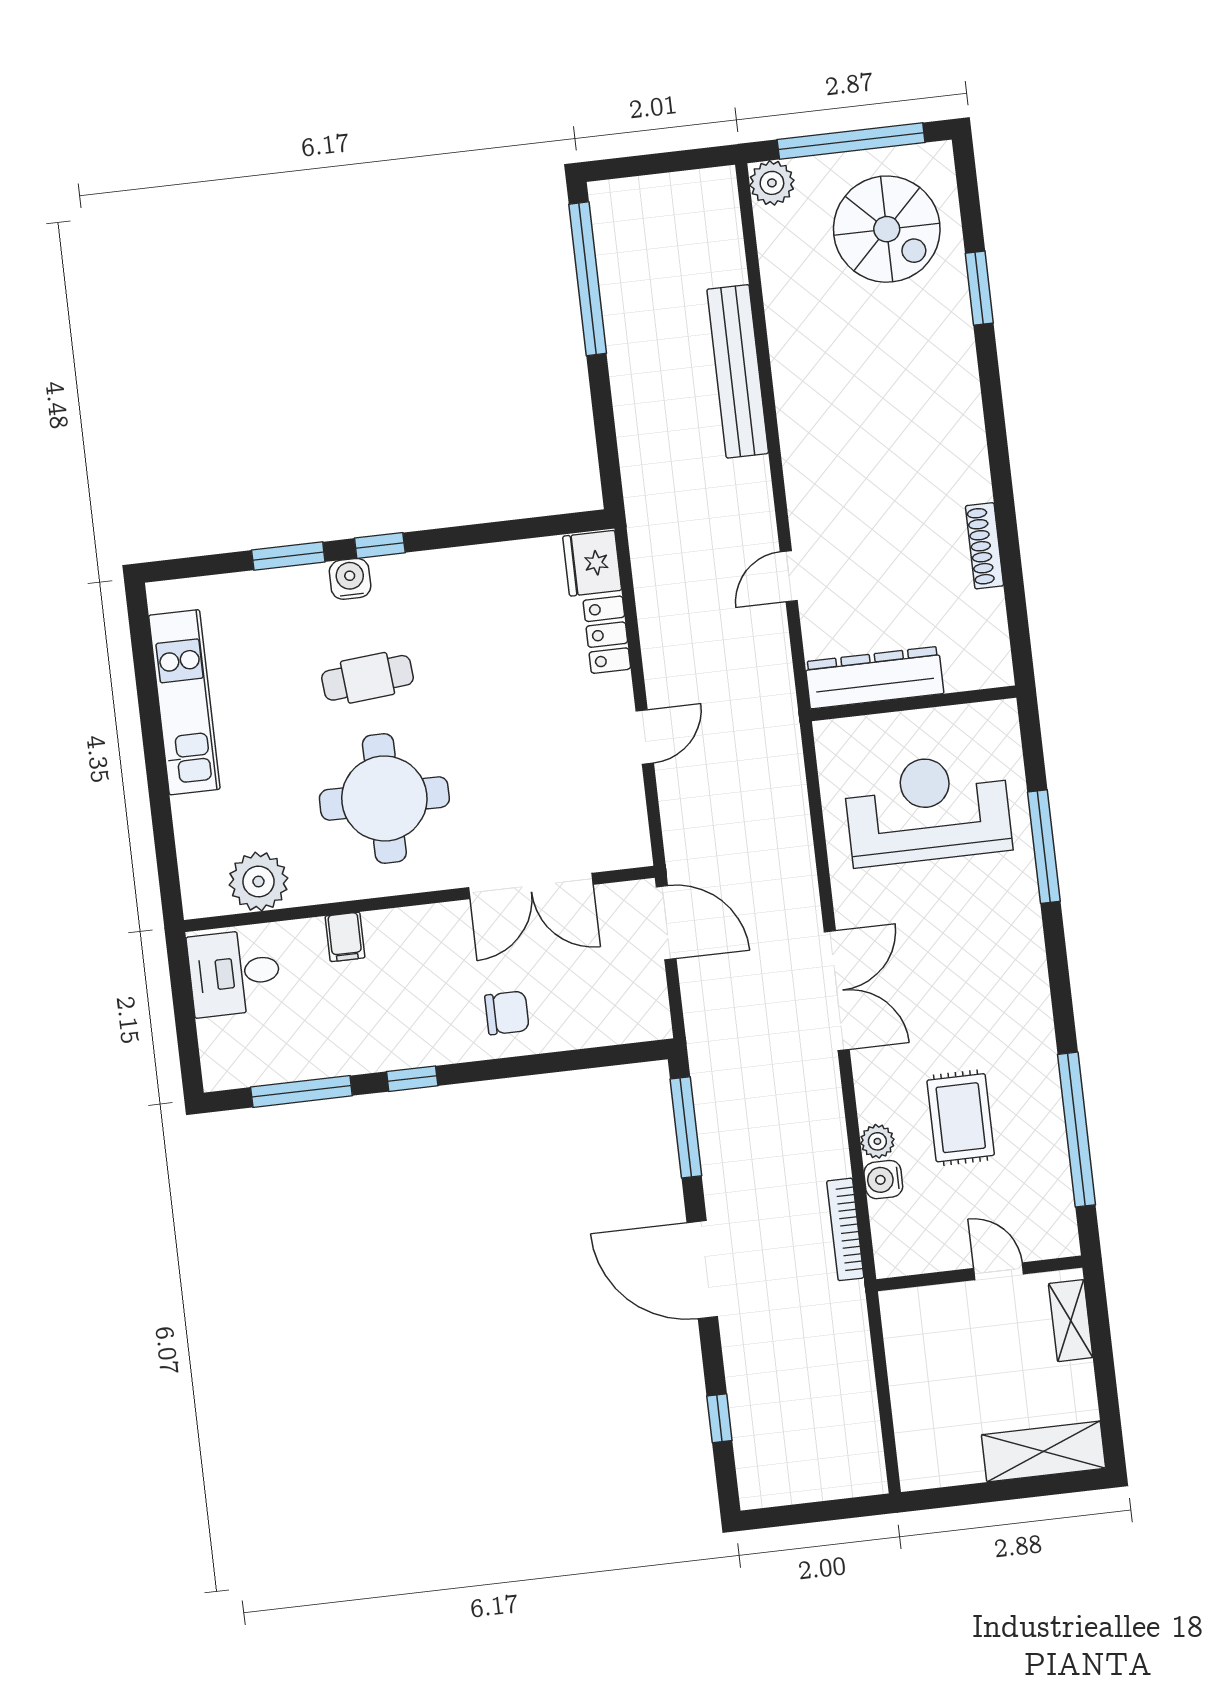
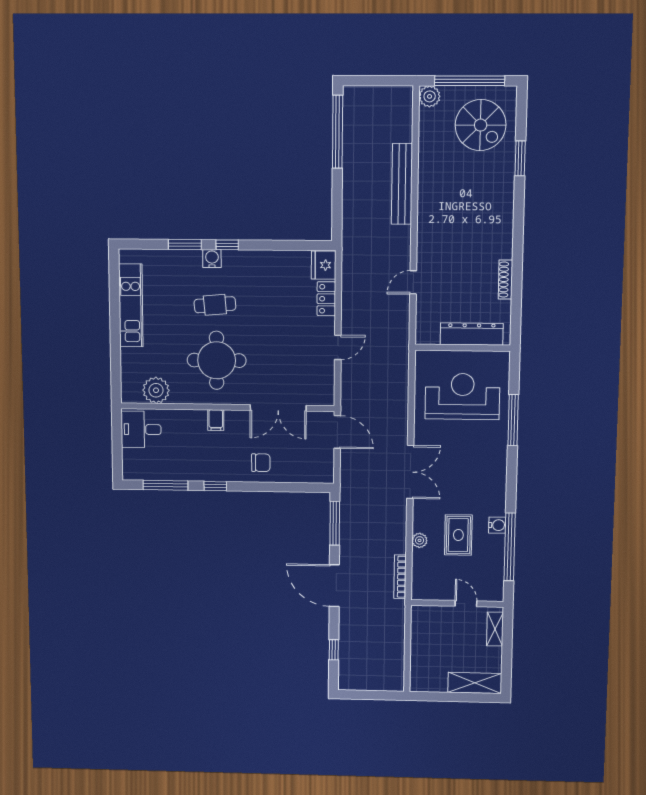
dresser: (874, 678) -> (472, 334), moved
filing cabinet: (345, 937) -> (216, 420), moved
water cooler: (883, 1180) -> (497, 525), moved, turned 180

